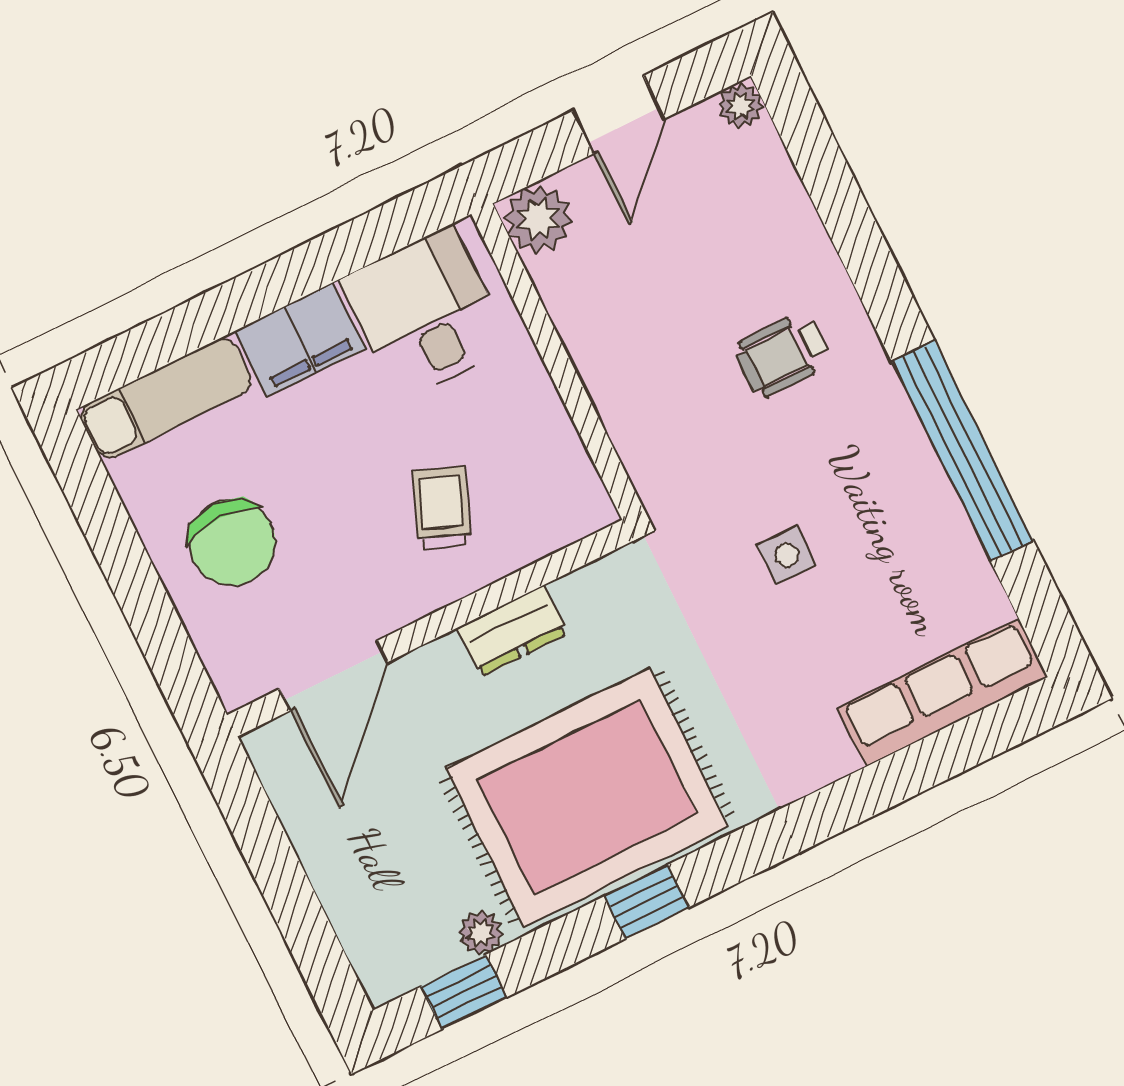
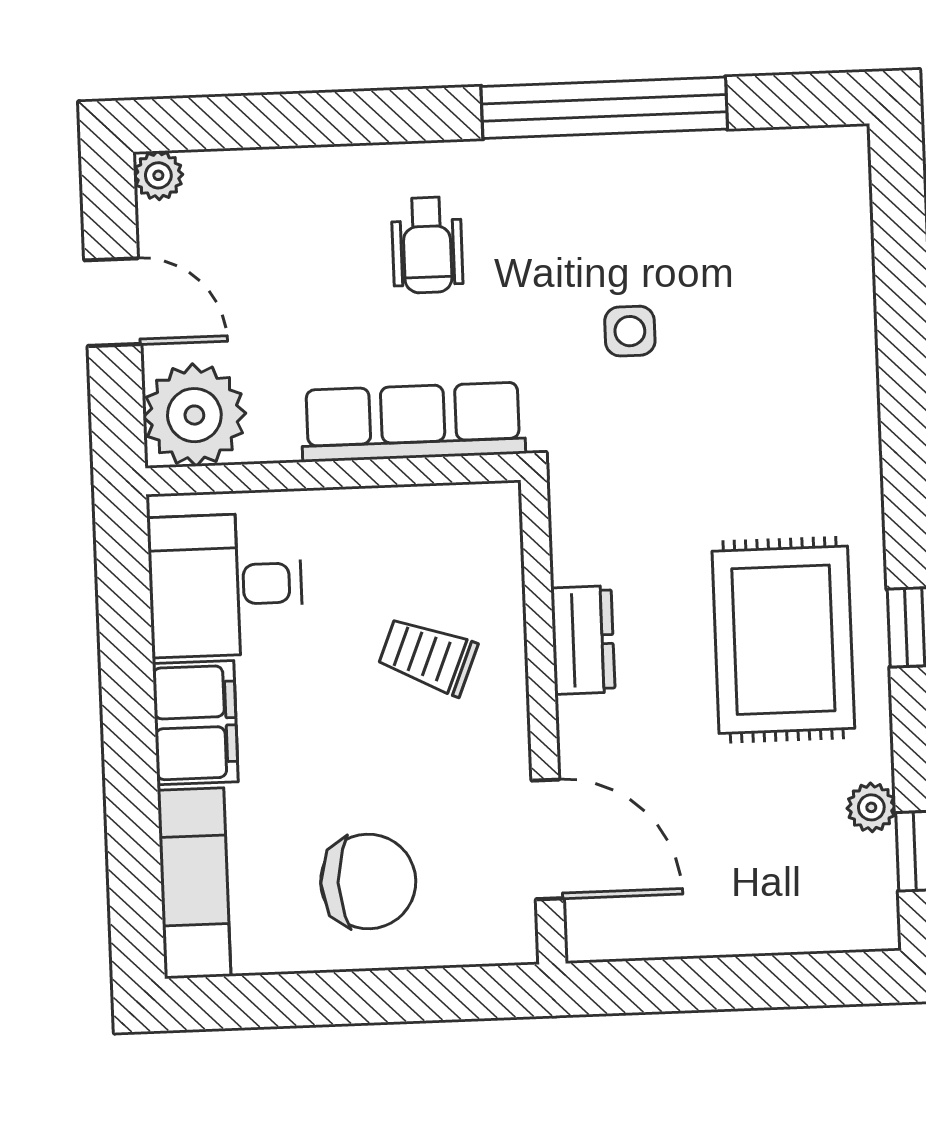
plant: (538, 219) -> (194, 415), width x1.36, depth x1.36
row of seats: (943, 692) -> (413, 422), moved, turned 90
rug: (587, 797) -> (783, 640), width x0.73, depth x0.69

